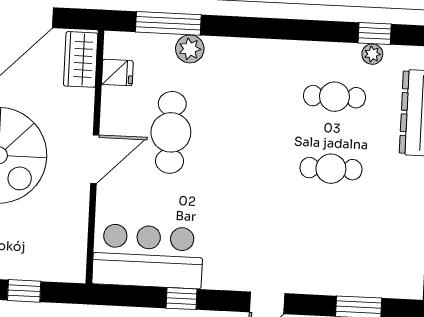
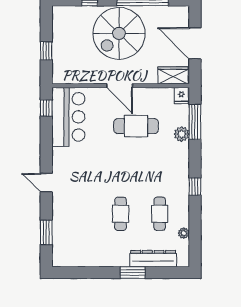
window: (375, 33) -> (195, 187), moved
fridge: (117, 73) -> (181, 96), moved
window: (182, 299) -> (46, 108), moved

